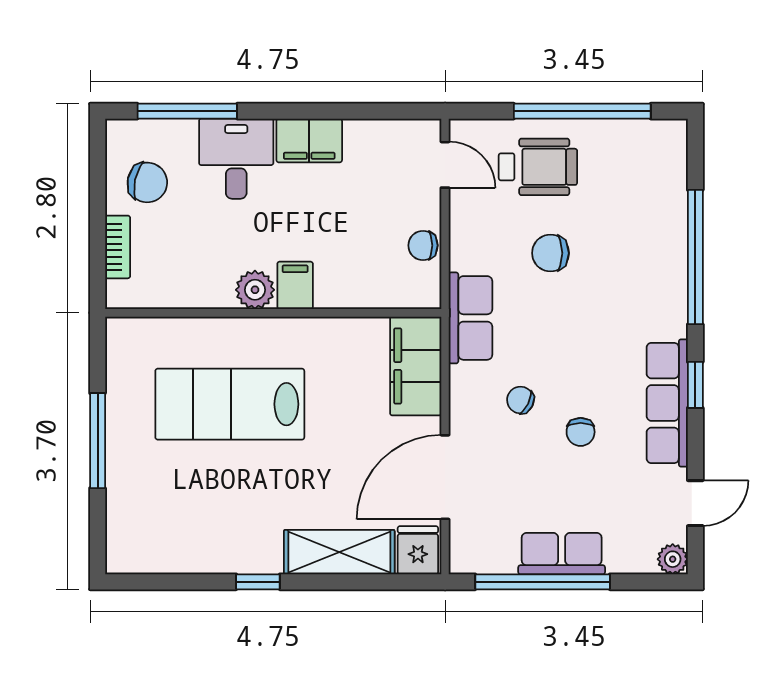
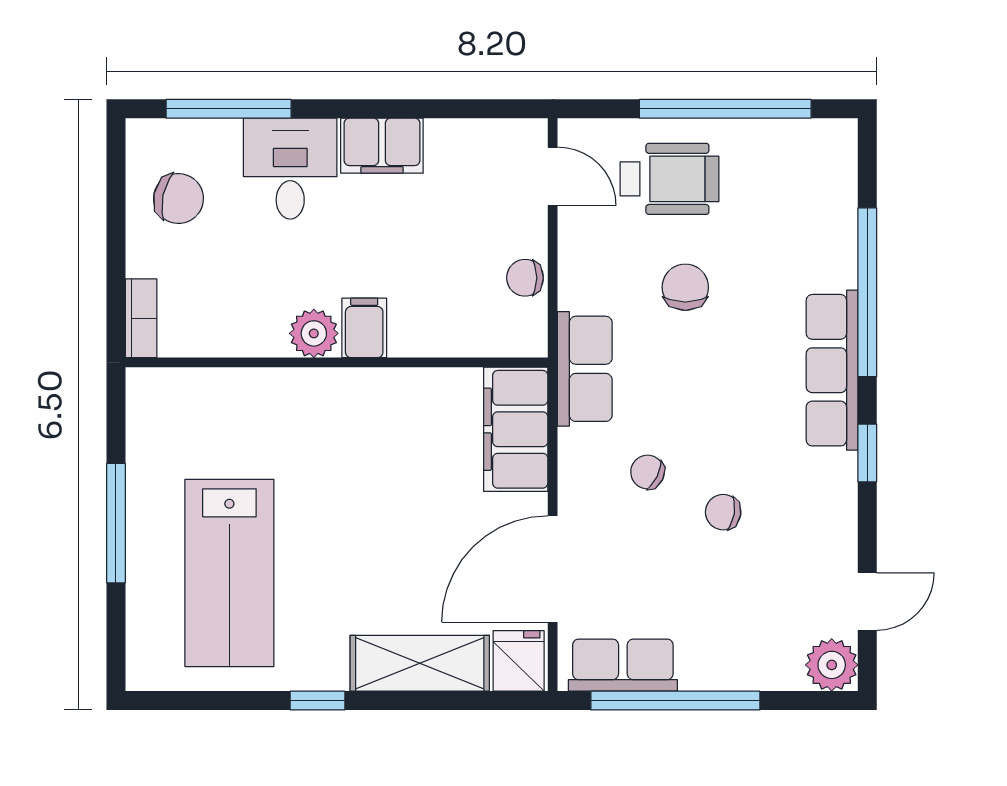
bookcase: (118, 247) -> (141, 318), moved
chair: (550, 253) -> (685, 287), turned 90
row of seats: (667, 403) -> (832, 370), moved
lab bench: (230, 404) -> (229, 573), moved, turned -90
chair: (581, 432) -> (723, 512), turned 99
row of seats: (562, 554) -> (623, 665), moved
plant: (673, 559) -> (832, 665), width x1.38, depth x1.38

